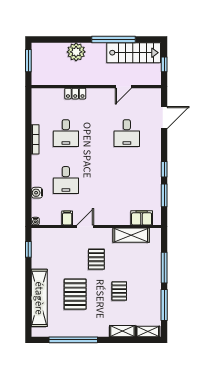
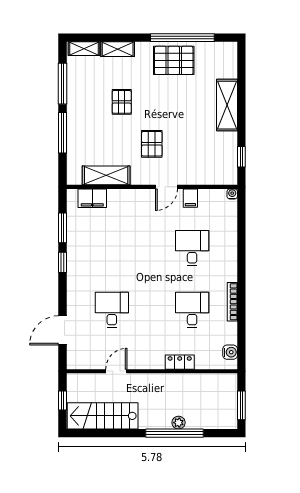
window: (113, 40) -> (175, 433), moved
plant: (76, 52) -> (179, 423), width x0.53, depth x0.53
water cooler: (37, 193) -> (230, 352), moved
pallet: (75, 294) -> (174, 60), moved, turned 90
shelving: (39, 298) -> (227, 105), width x0.68

